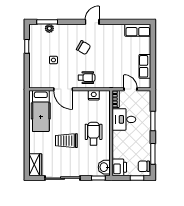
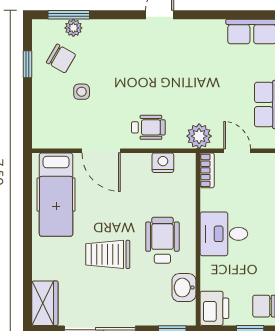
chair: (83, 48) -> (61, 58), moved
plant: (112, 82) -> (199, 136), added
desk: (124, 119) -> (224, 234), moved
washbasin: (104, 167) -> (184, 288), moved

